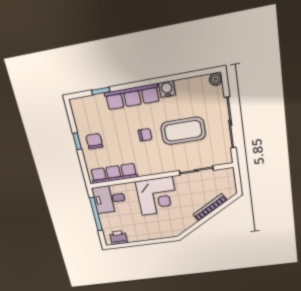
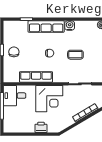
coffee table: (183, 131) -> (75, 55), width x0.54, depth x0.58
row of seats: (114, 173) -> (36, 77), moved
printer: (118, 238) -> (41, 127), moved

